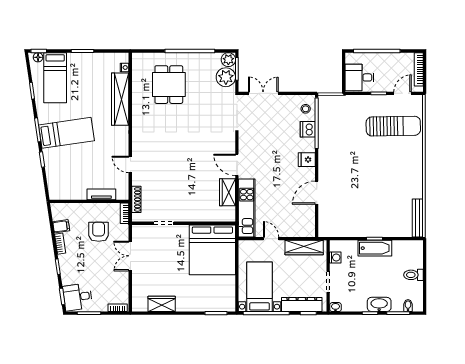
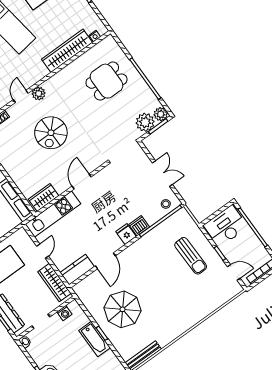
desk: (360, 77) -> (226, 226), width x1.37
double door: (263, 93) -> (162, 174), moved
sun lounger: (393, 126) -> (191, 256), moved, width x0.73, depth x0.75
dishwasher: (308, 129) -> (139, 226), moved
plant: (139, 148) -> (39, 94), added
spiral stairs: (178, 161) -> (51, 133), added
wardrobe: (227, 192) -> (44, 198), moved
door: (317, 193) -> (105, 261), swing flipped
parasol: (367, 207) -> (123, 309), added
kitchen counter: (307, 221) -> (77, 270), added

